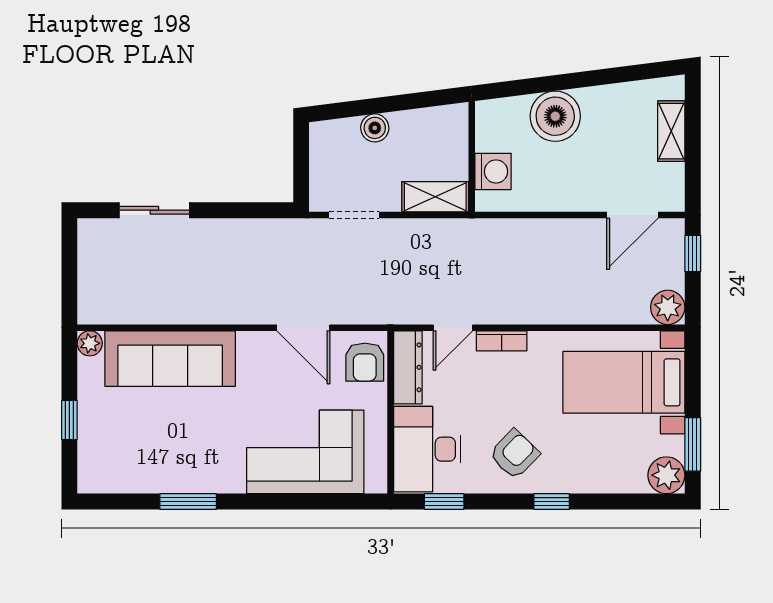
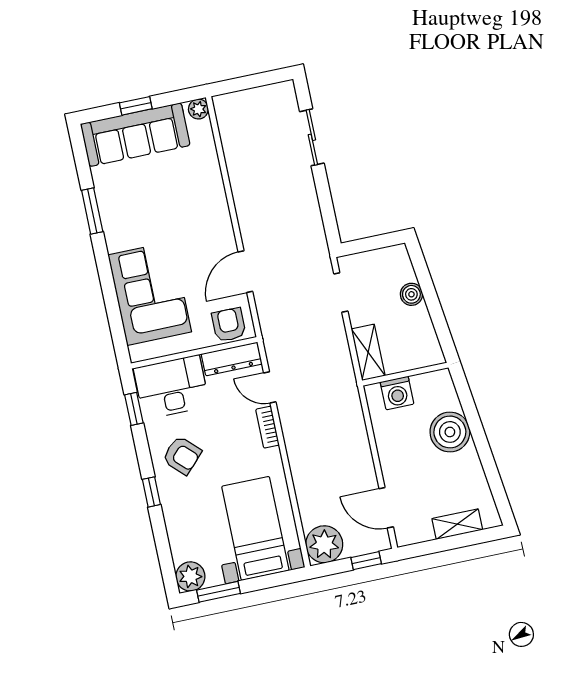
plant: (668, 307) -> (324, 544), width x1.36, depth x1.36
sofa: (170, 359) -> (135, 135), moved, turned -90
armchair: (365, 362) -> (229, 325), turned 90

